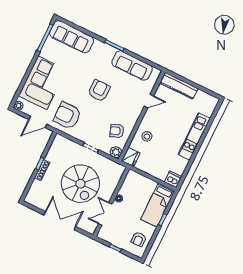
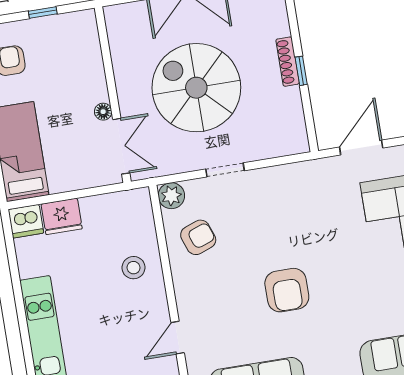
armchair: (67, 116) -> (313, 199), removed
fridge: (131, 157) -> (62, 216), moved, turned -90
double door: (105, 214) -> (121, 146), moved

